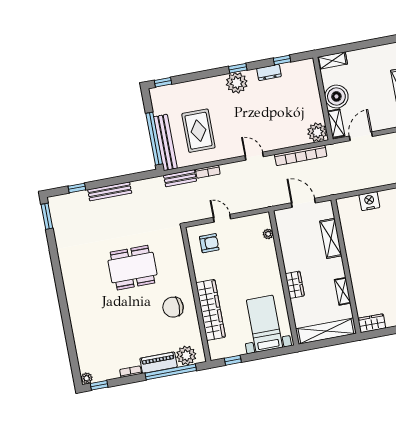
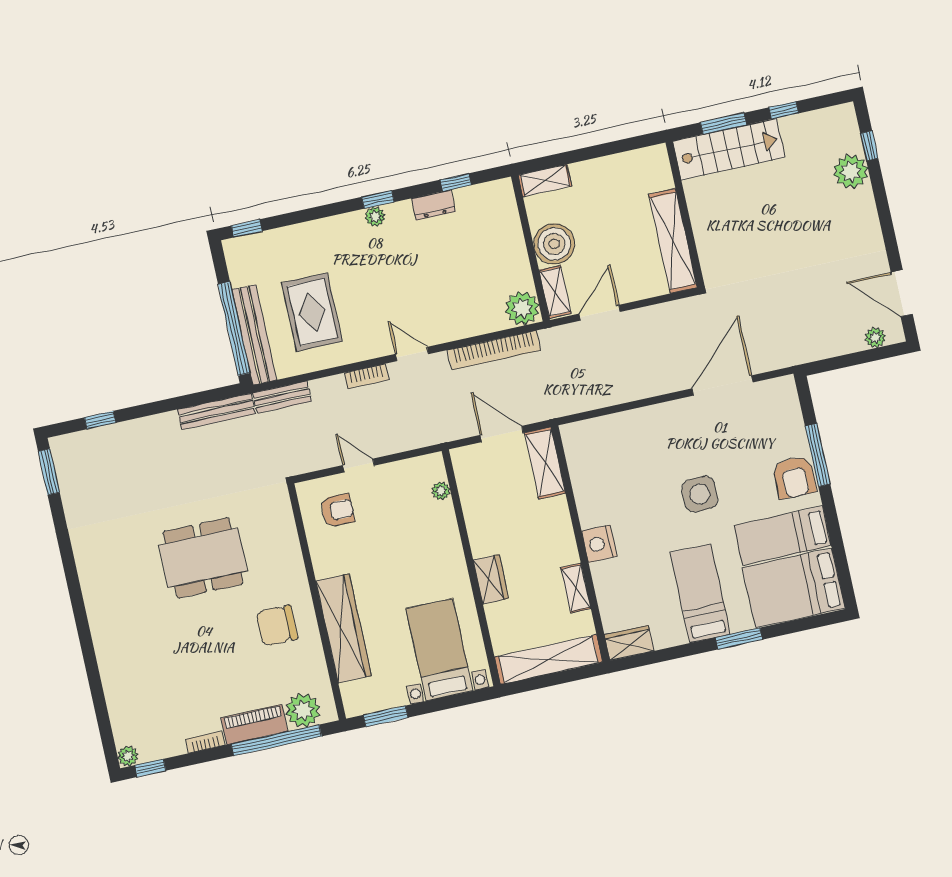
plant: (237, 83) -> (375, 217), width x0.53, depth x0.53
bookcase: (208, 172) -> (366, 376), moved
bench: (110, 191) -> (216, 412), moved
nightstand: (369, 201) -> (599, 544), moved, turned -90
shelving: (331, 238) -> (545, 463), moved
window: (233, 360) -> (386, 716), width x1.50

